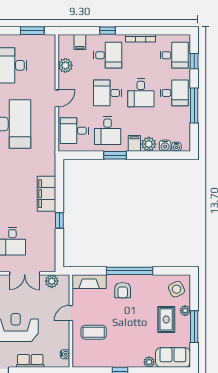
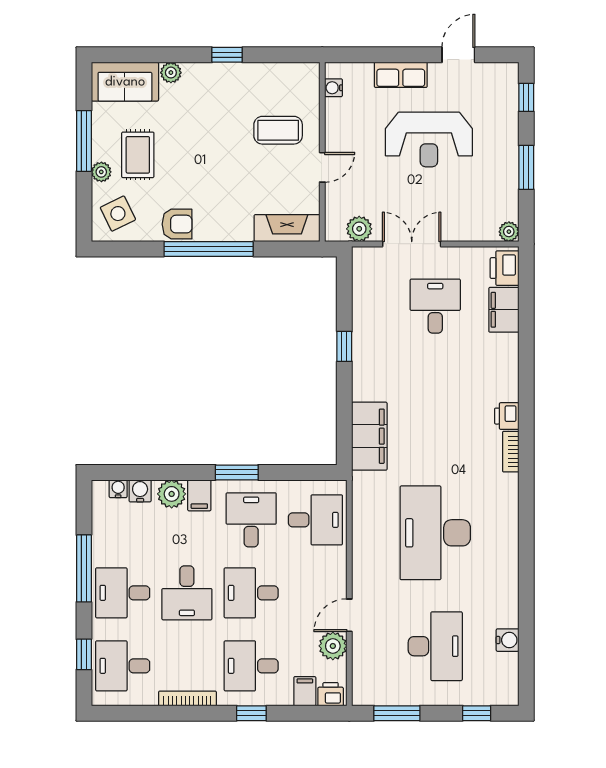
printer: (67, 41) -> (331, 694), added
desk: (108, 93) -> (251, 593), turned 180
desk: (141, 93) -> (187, 593), turned 180
door: (57, 98) -> (349, 615), moved
filing cabinet: (46, 194) -> (369, 436), moved
armchair: (123, 290) -> (177, 224), moved, turned 90

